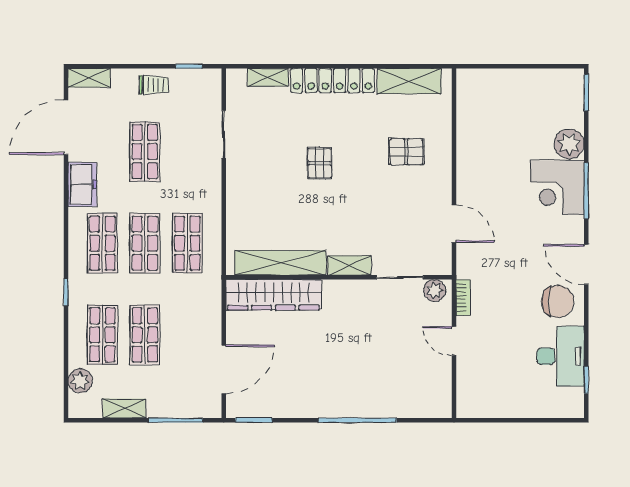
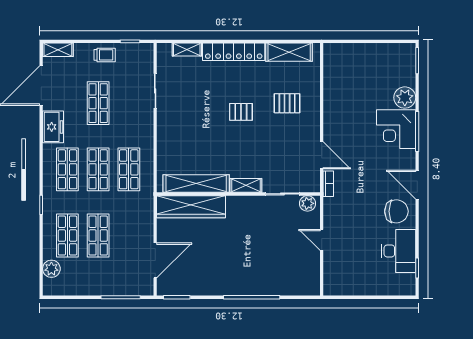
pallet: (320, 163) -> (241, 112), moved, turned 90
bookcase: (463, 297) -> (328, 184), moved
shelving: (124, 408) -> (83, 289), removed

